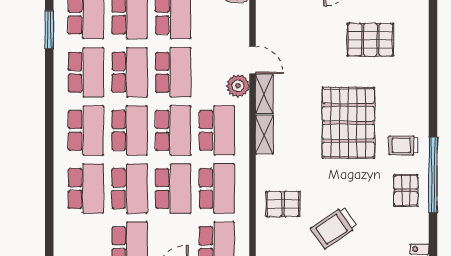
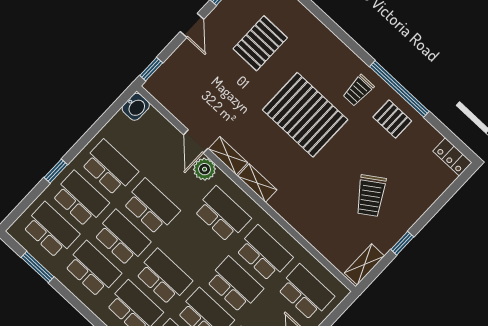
door: (252, 60) -> (196, 141), swing flipped
school desk: (173, 130) -> (193, 246), removed
pallet: (283, 204) -> (320, 216), removed

